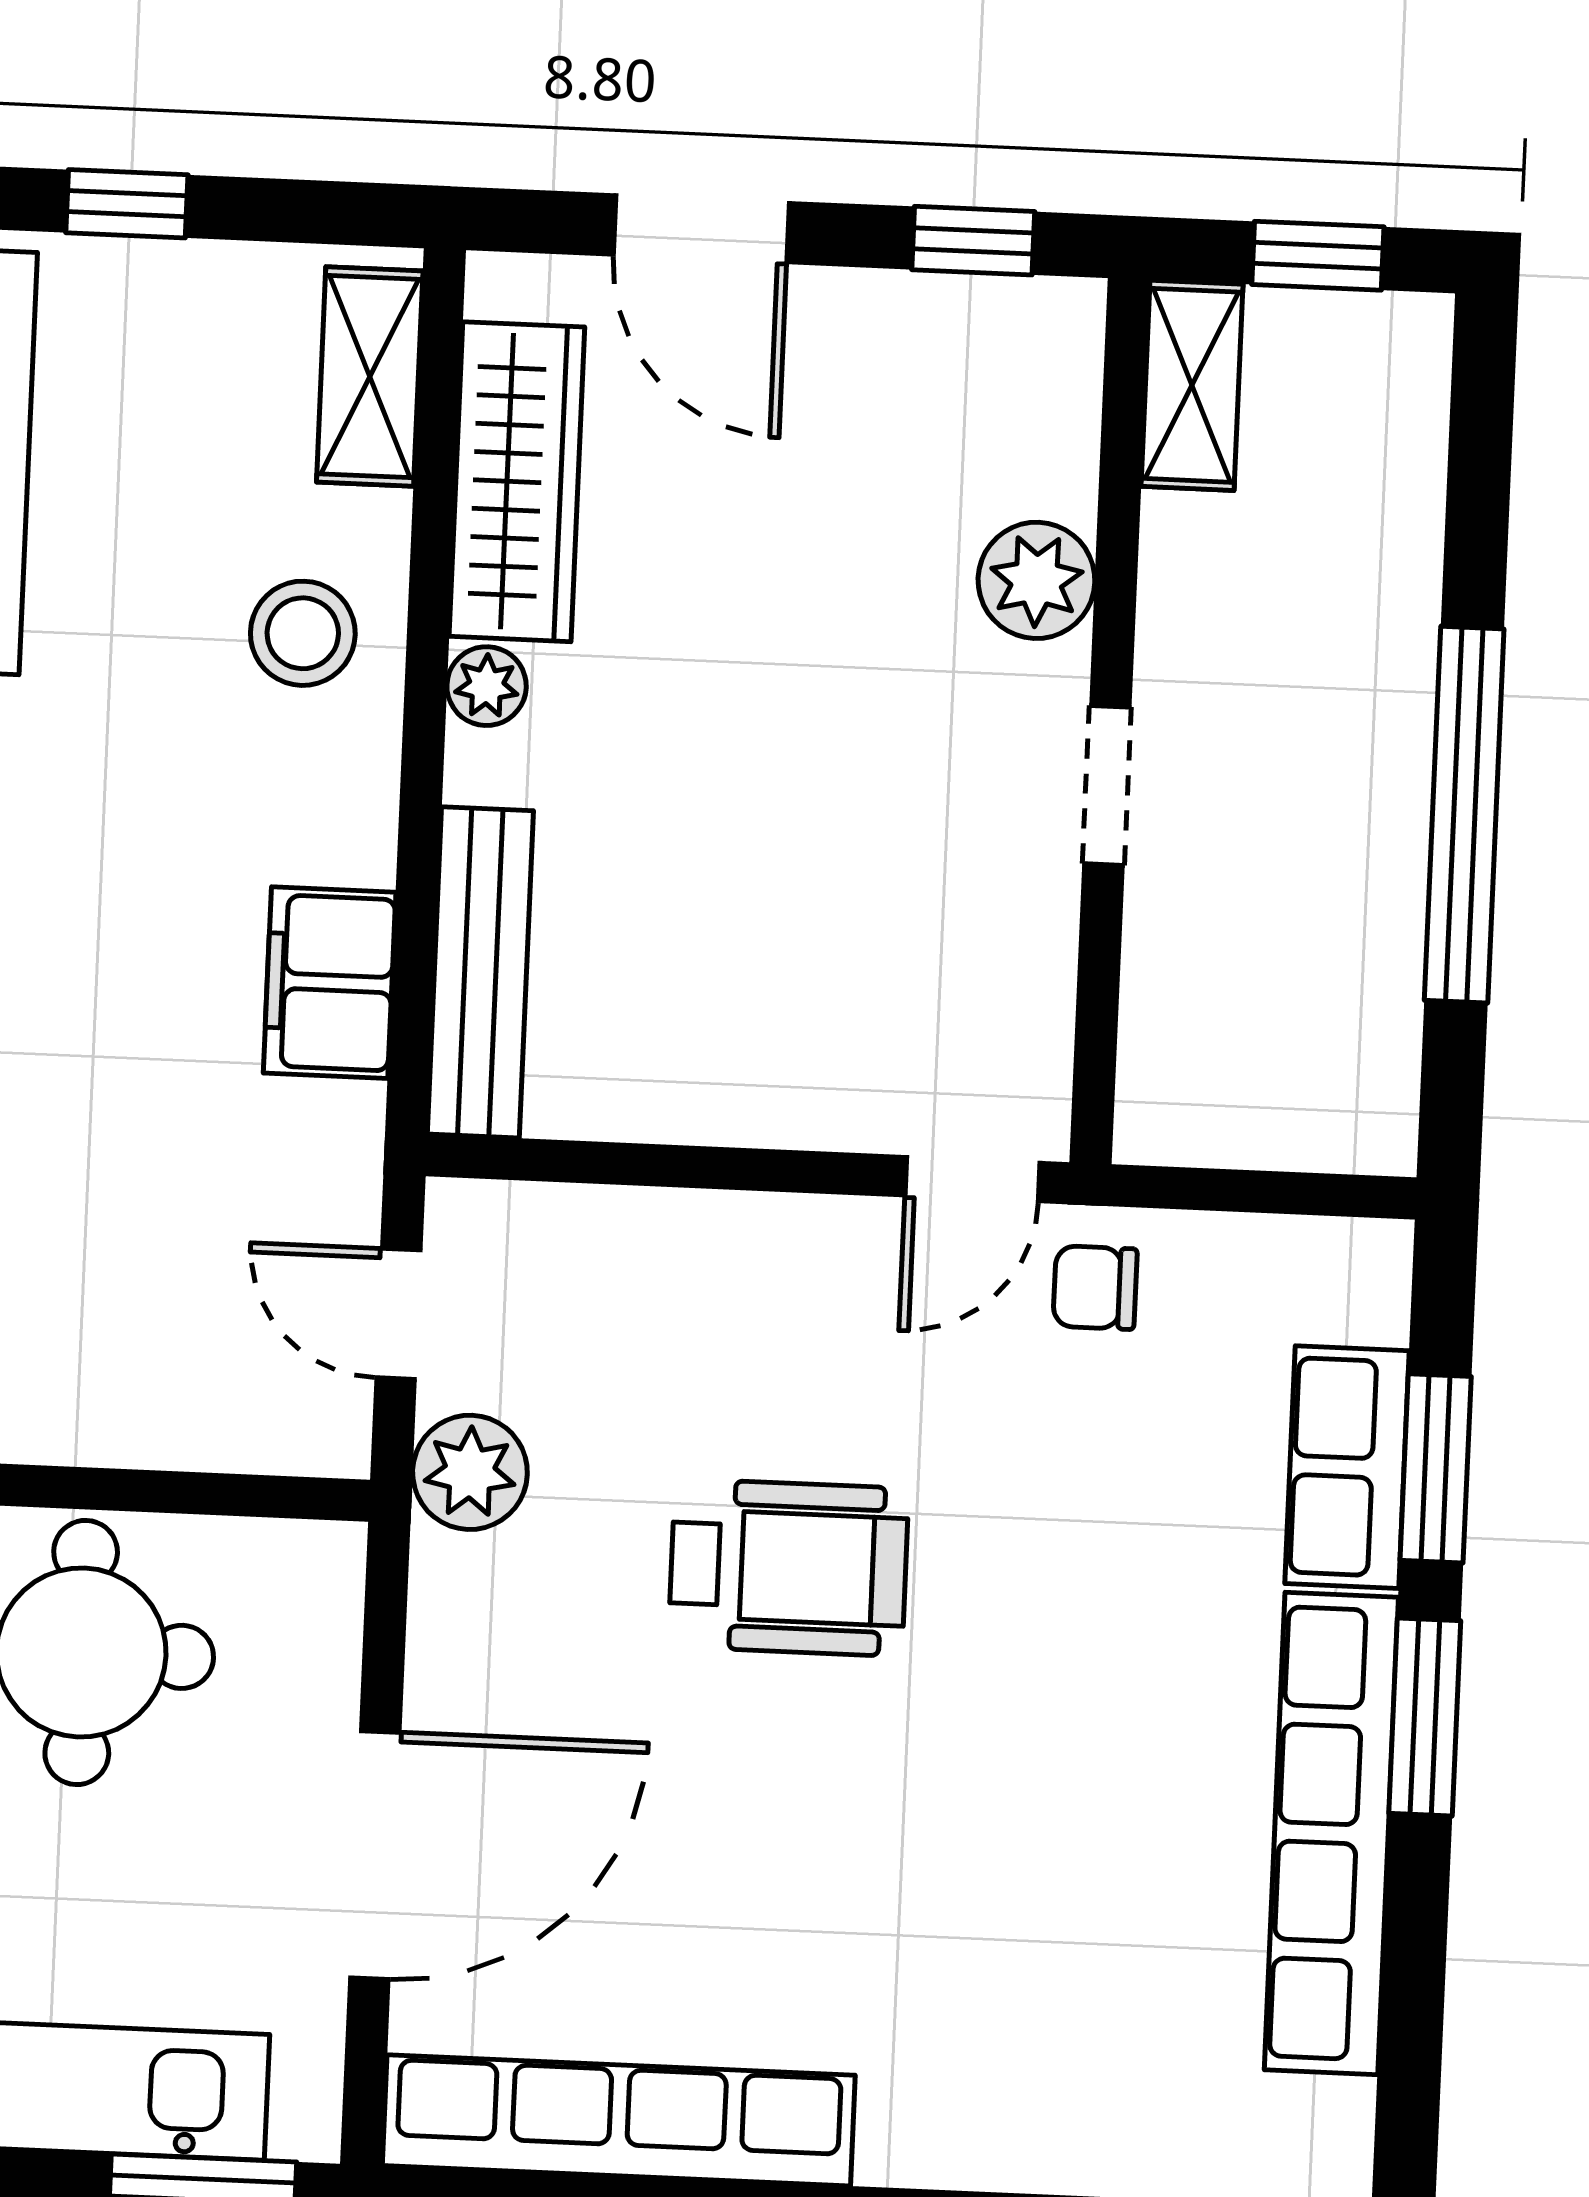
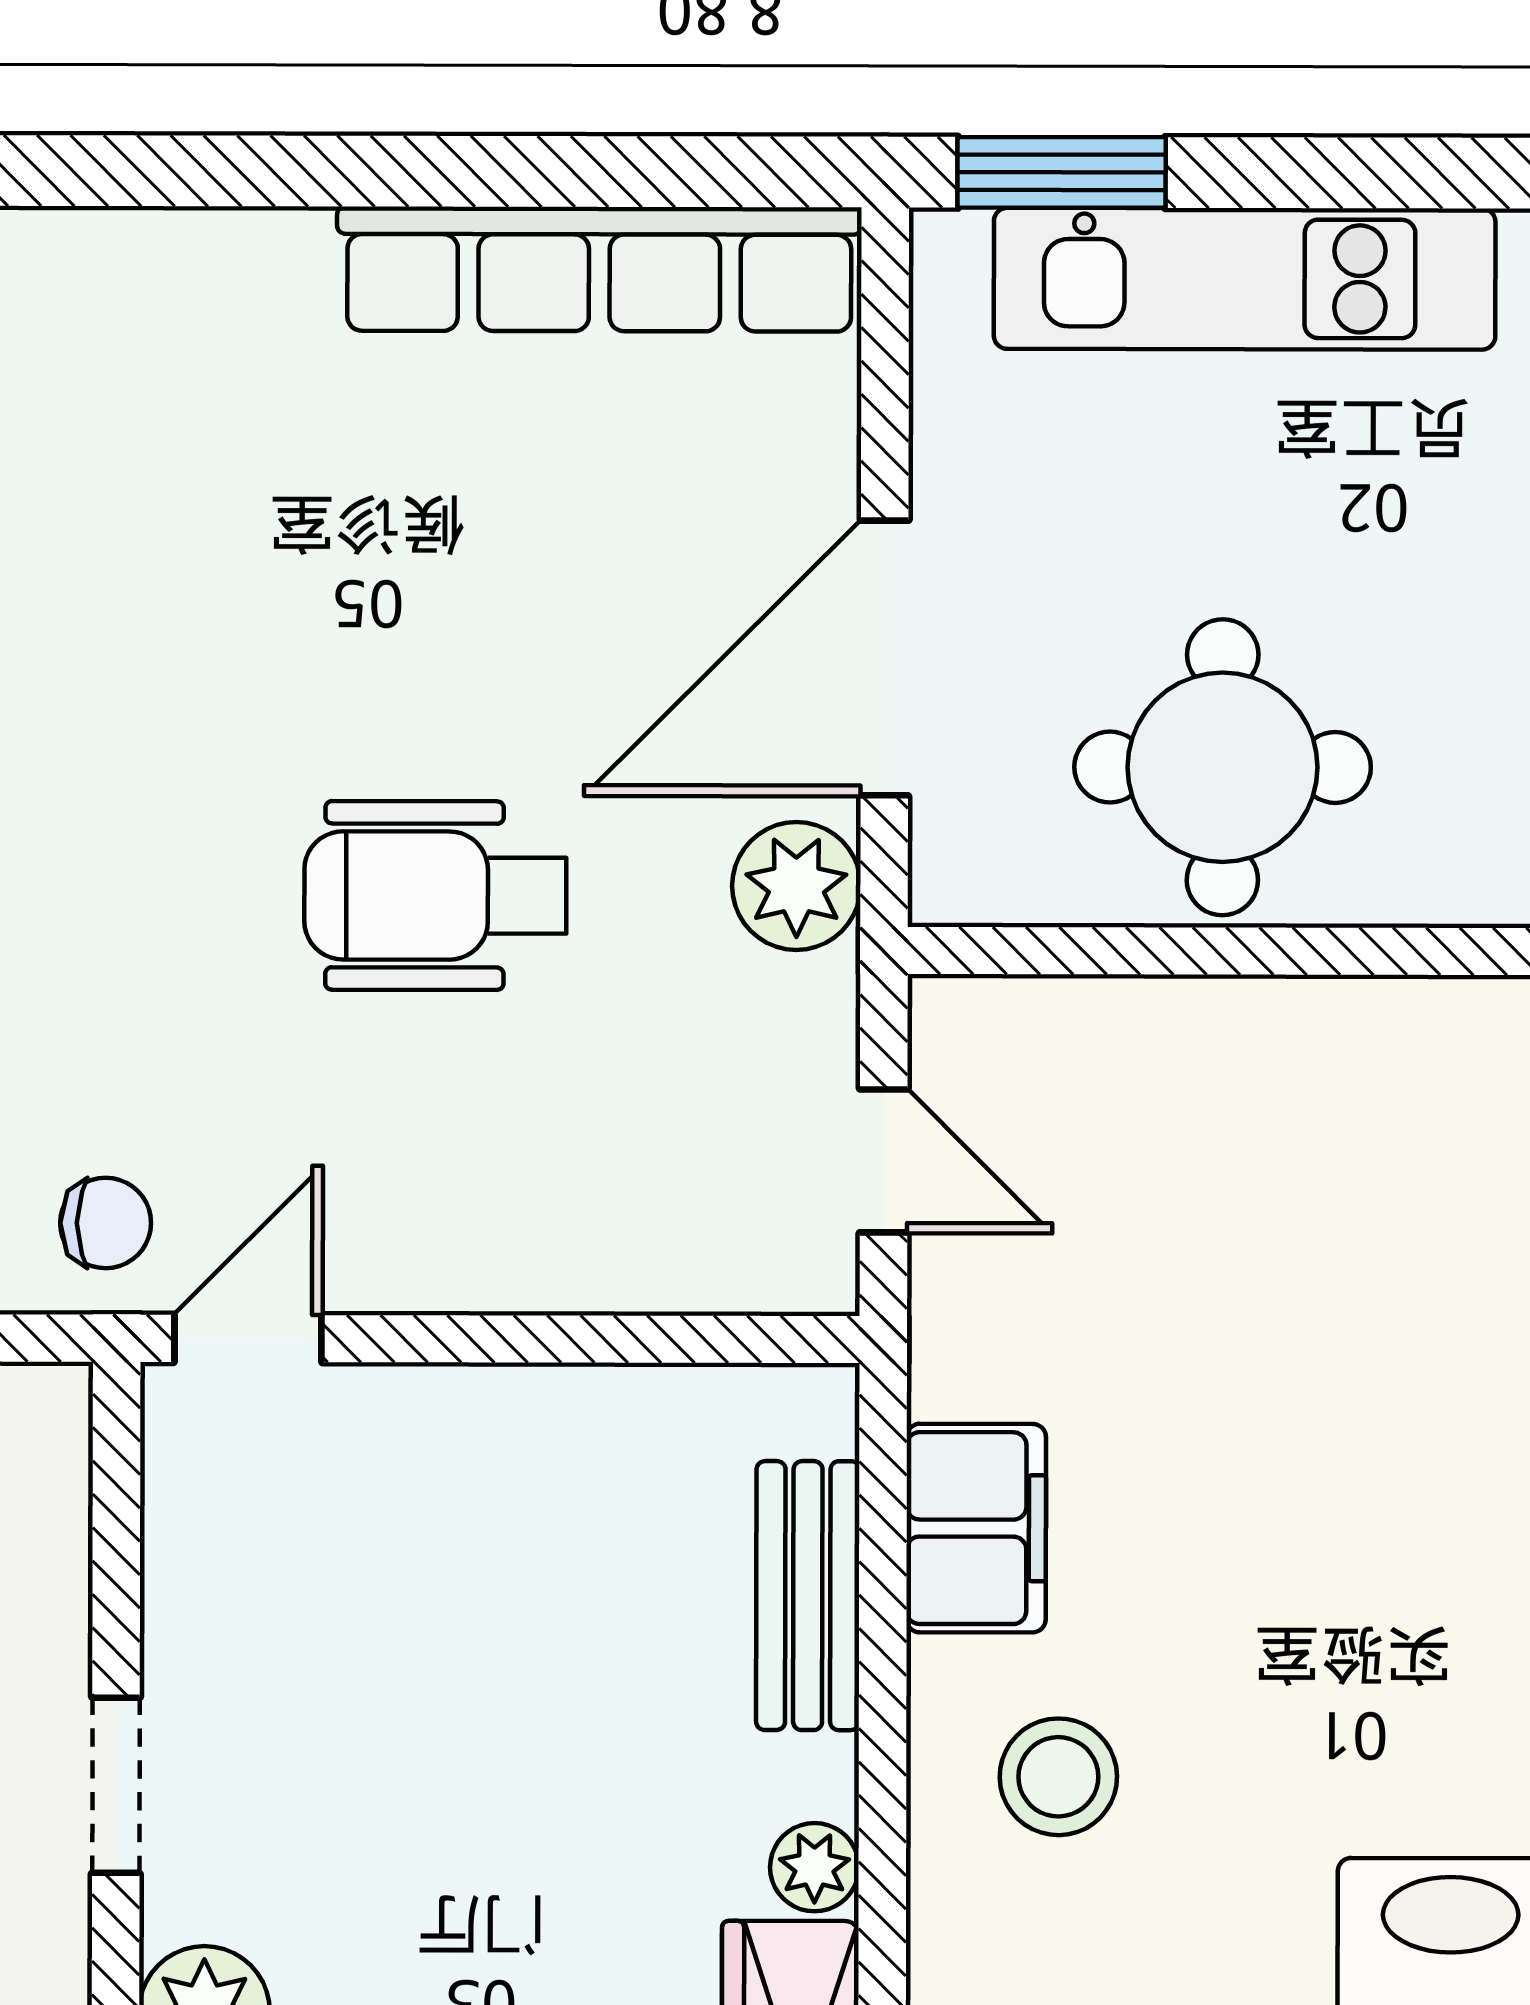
stool: (303, 633) -> (1058, 1777), moved
bench: (480, 972) -> (808, 1596), width x0.73
plant: (470, 1472) -> (796, 886), moved
door: (375, 1855) -> (884, 658), moved

